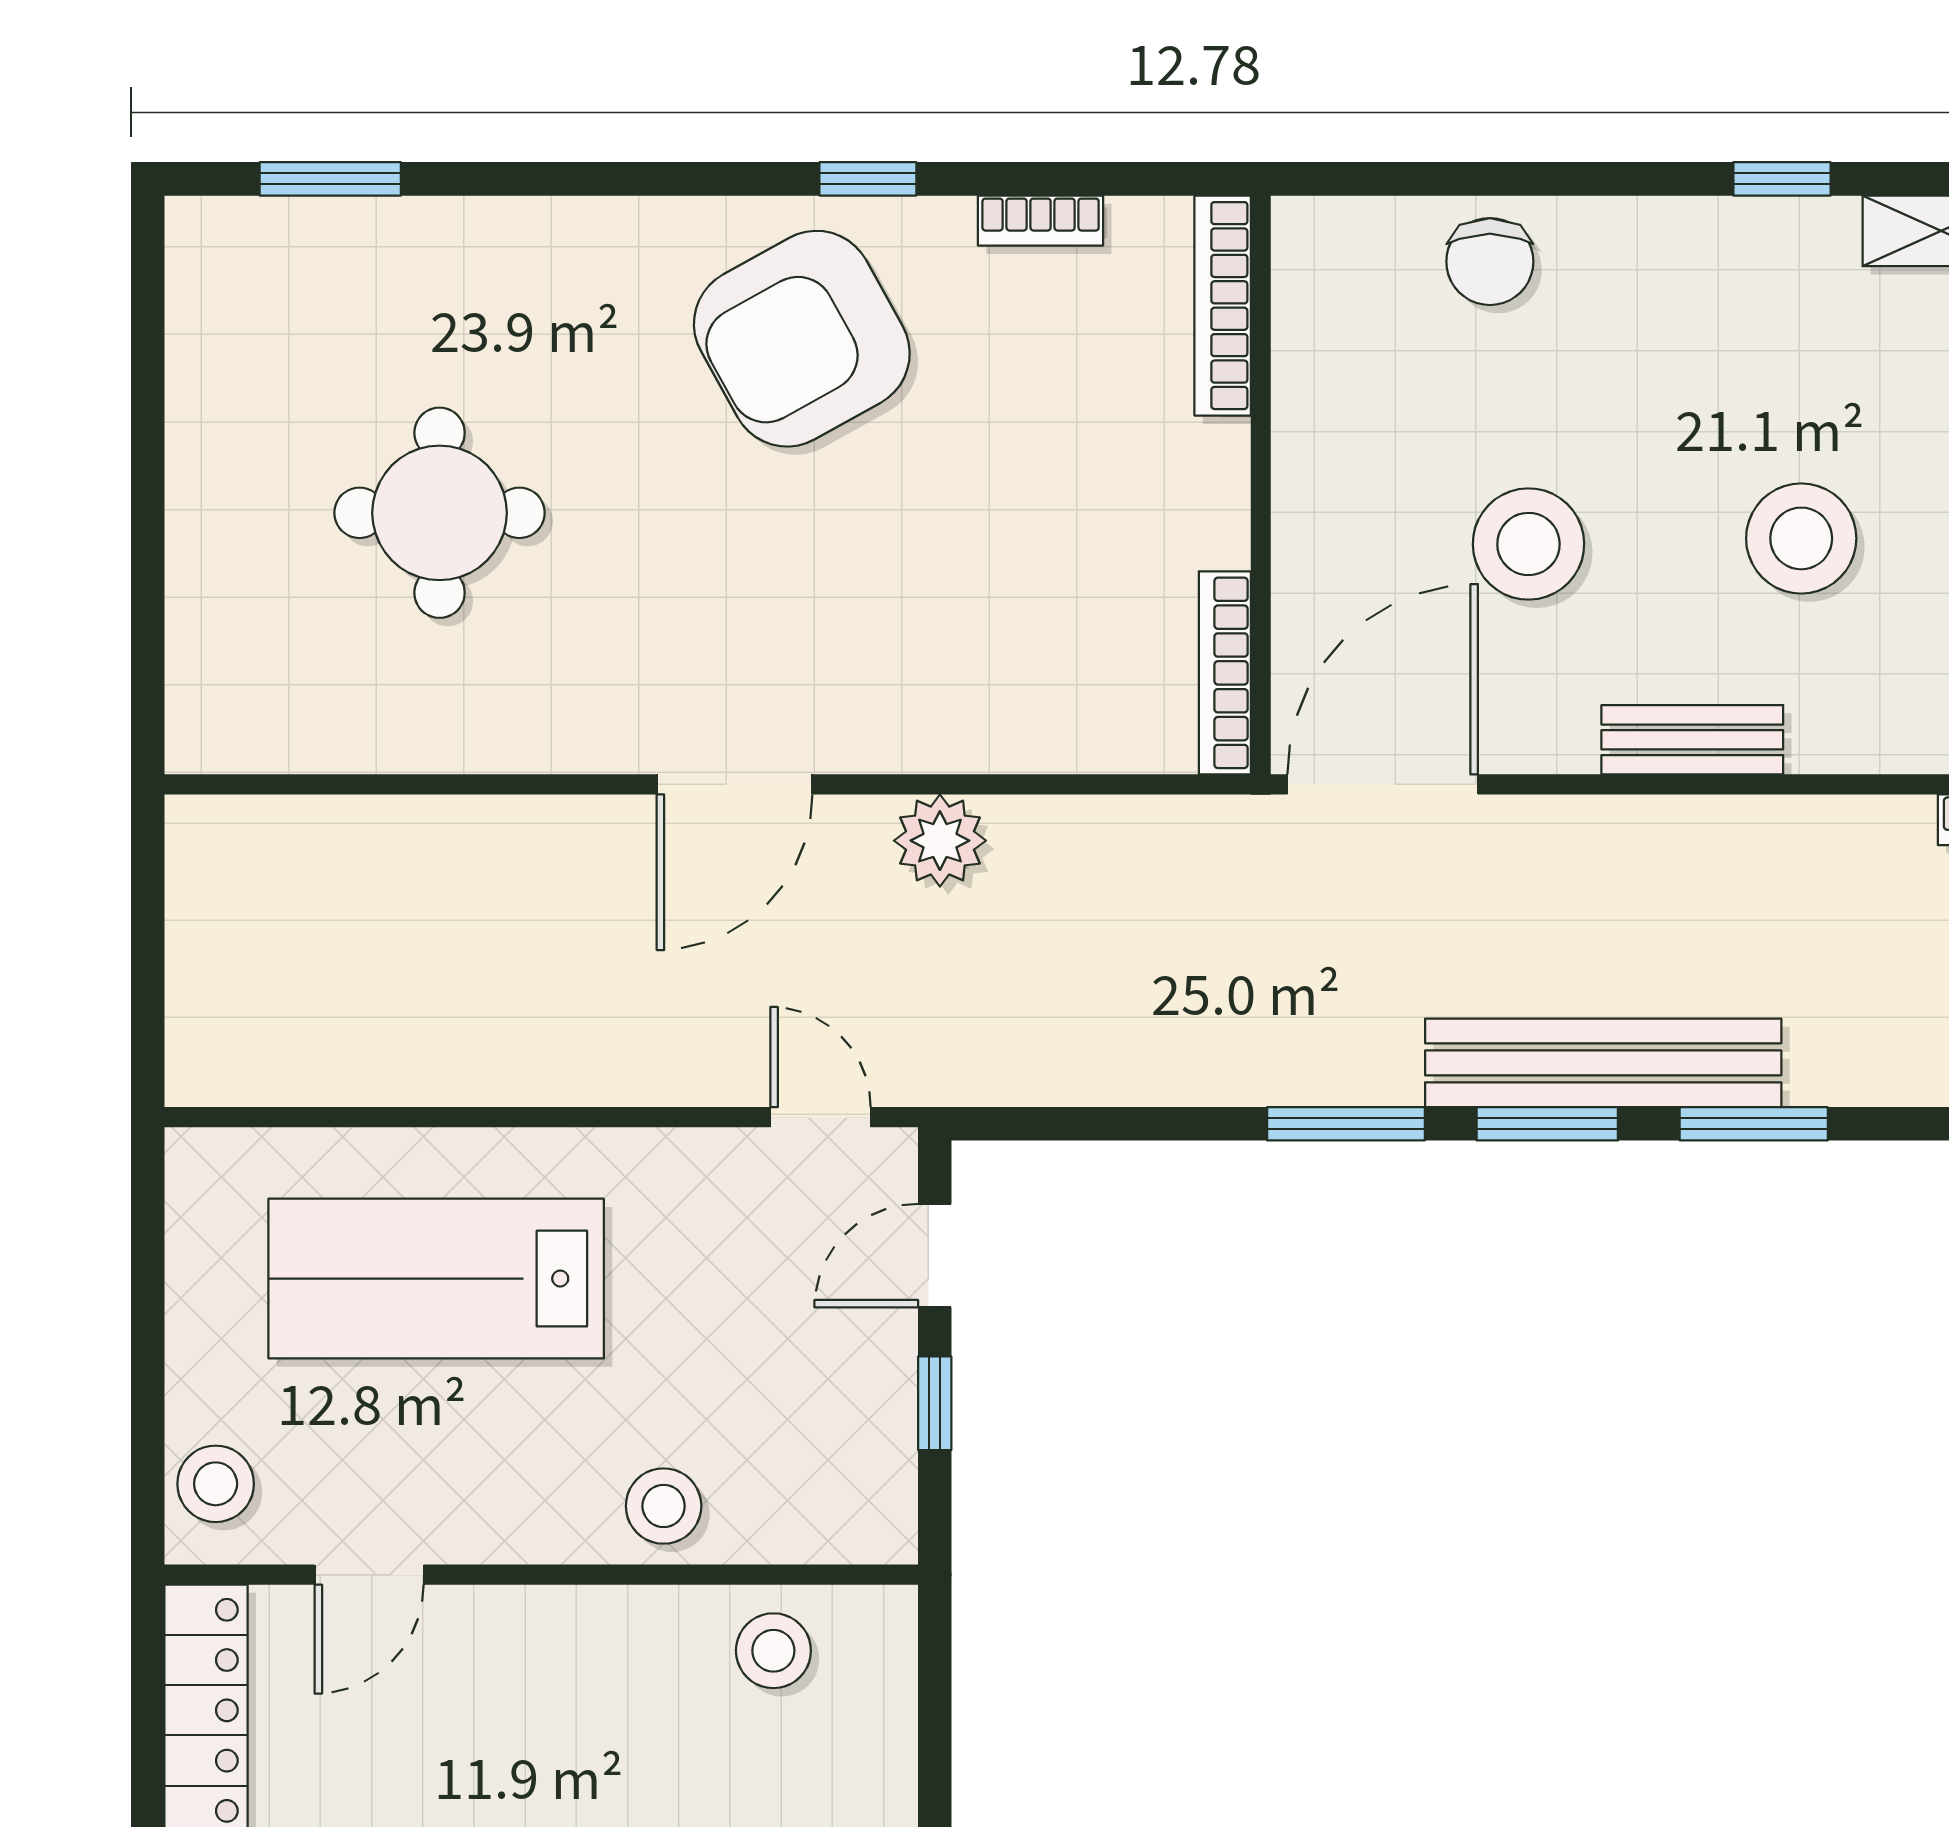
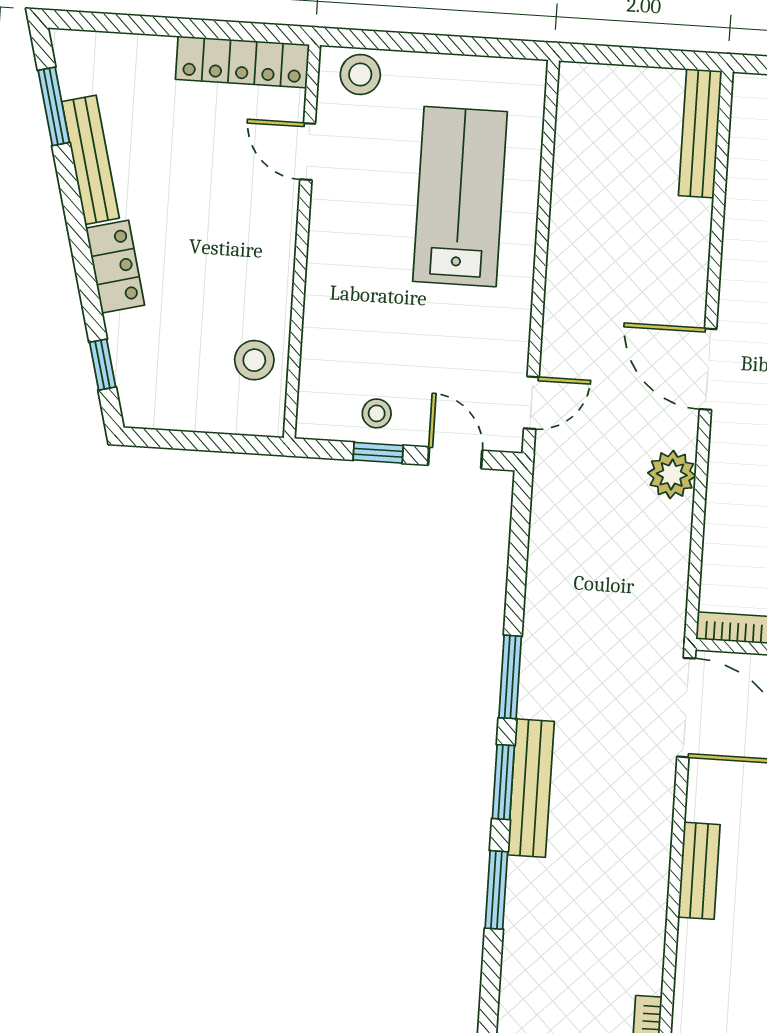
bench: (286, 828) -> (700, 133), added
bench: (1603, 1063) -> (531, 788), width x0.73, depth x0.82
stool: (664, 1506) -> (377, 413), moved, width x0.73, depth x0.73

